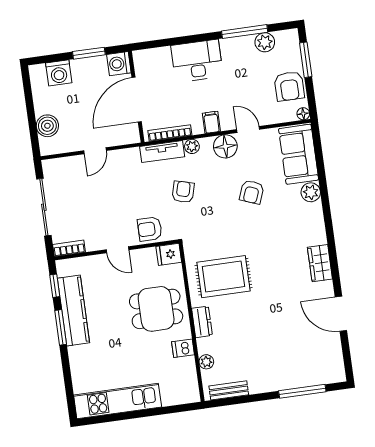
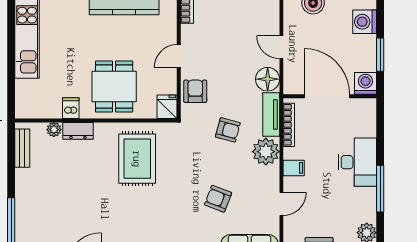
window: (245, 32) -> (380, 189), moved
plant: (192, 146) -> (266, 152), width x1.88, depth x1.88
floor lamp: (225, 146) -> (268, 79), moved
dresser: (202, 322) -> (78, 131), moved

